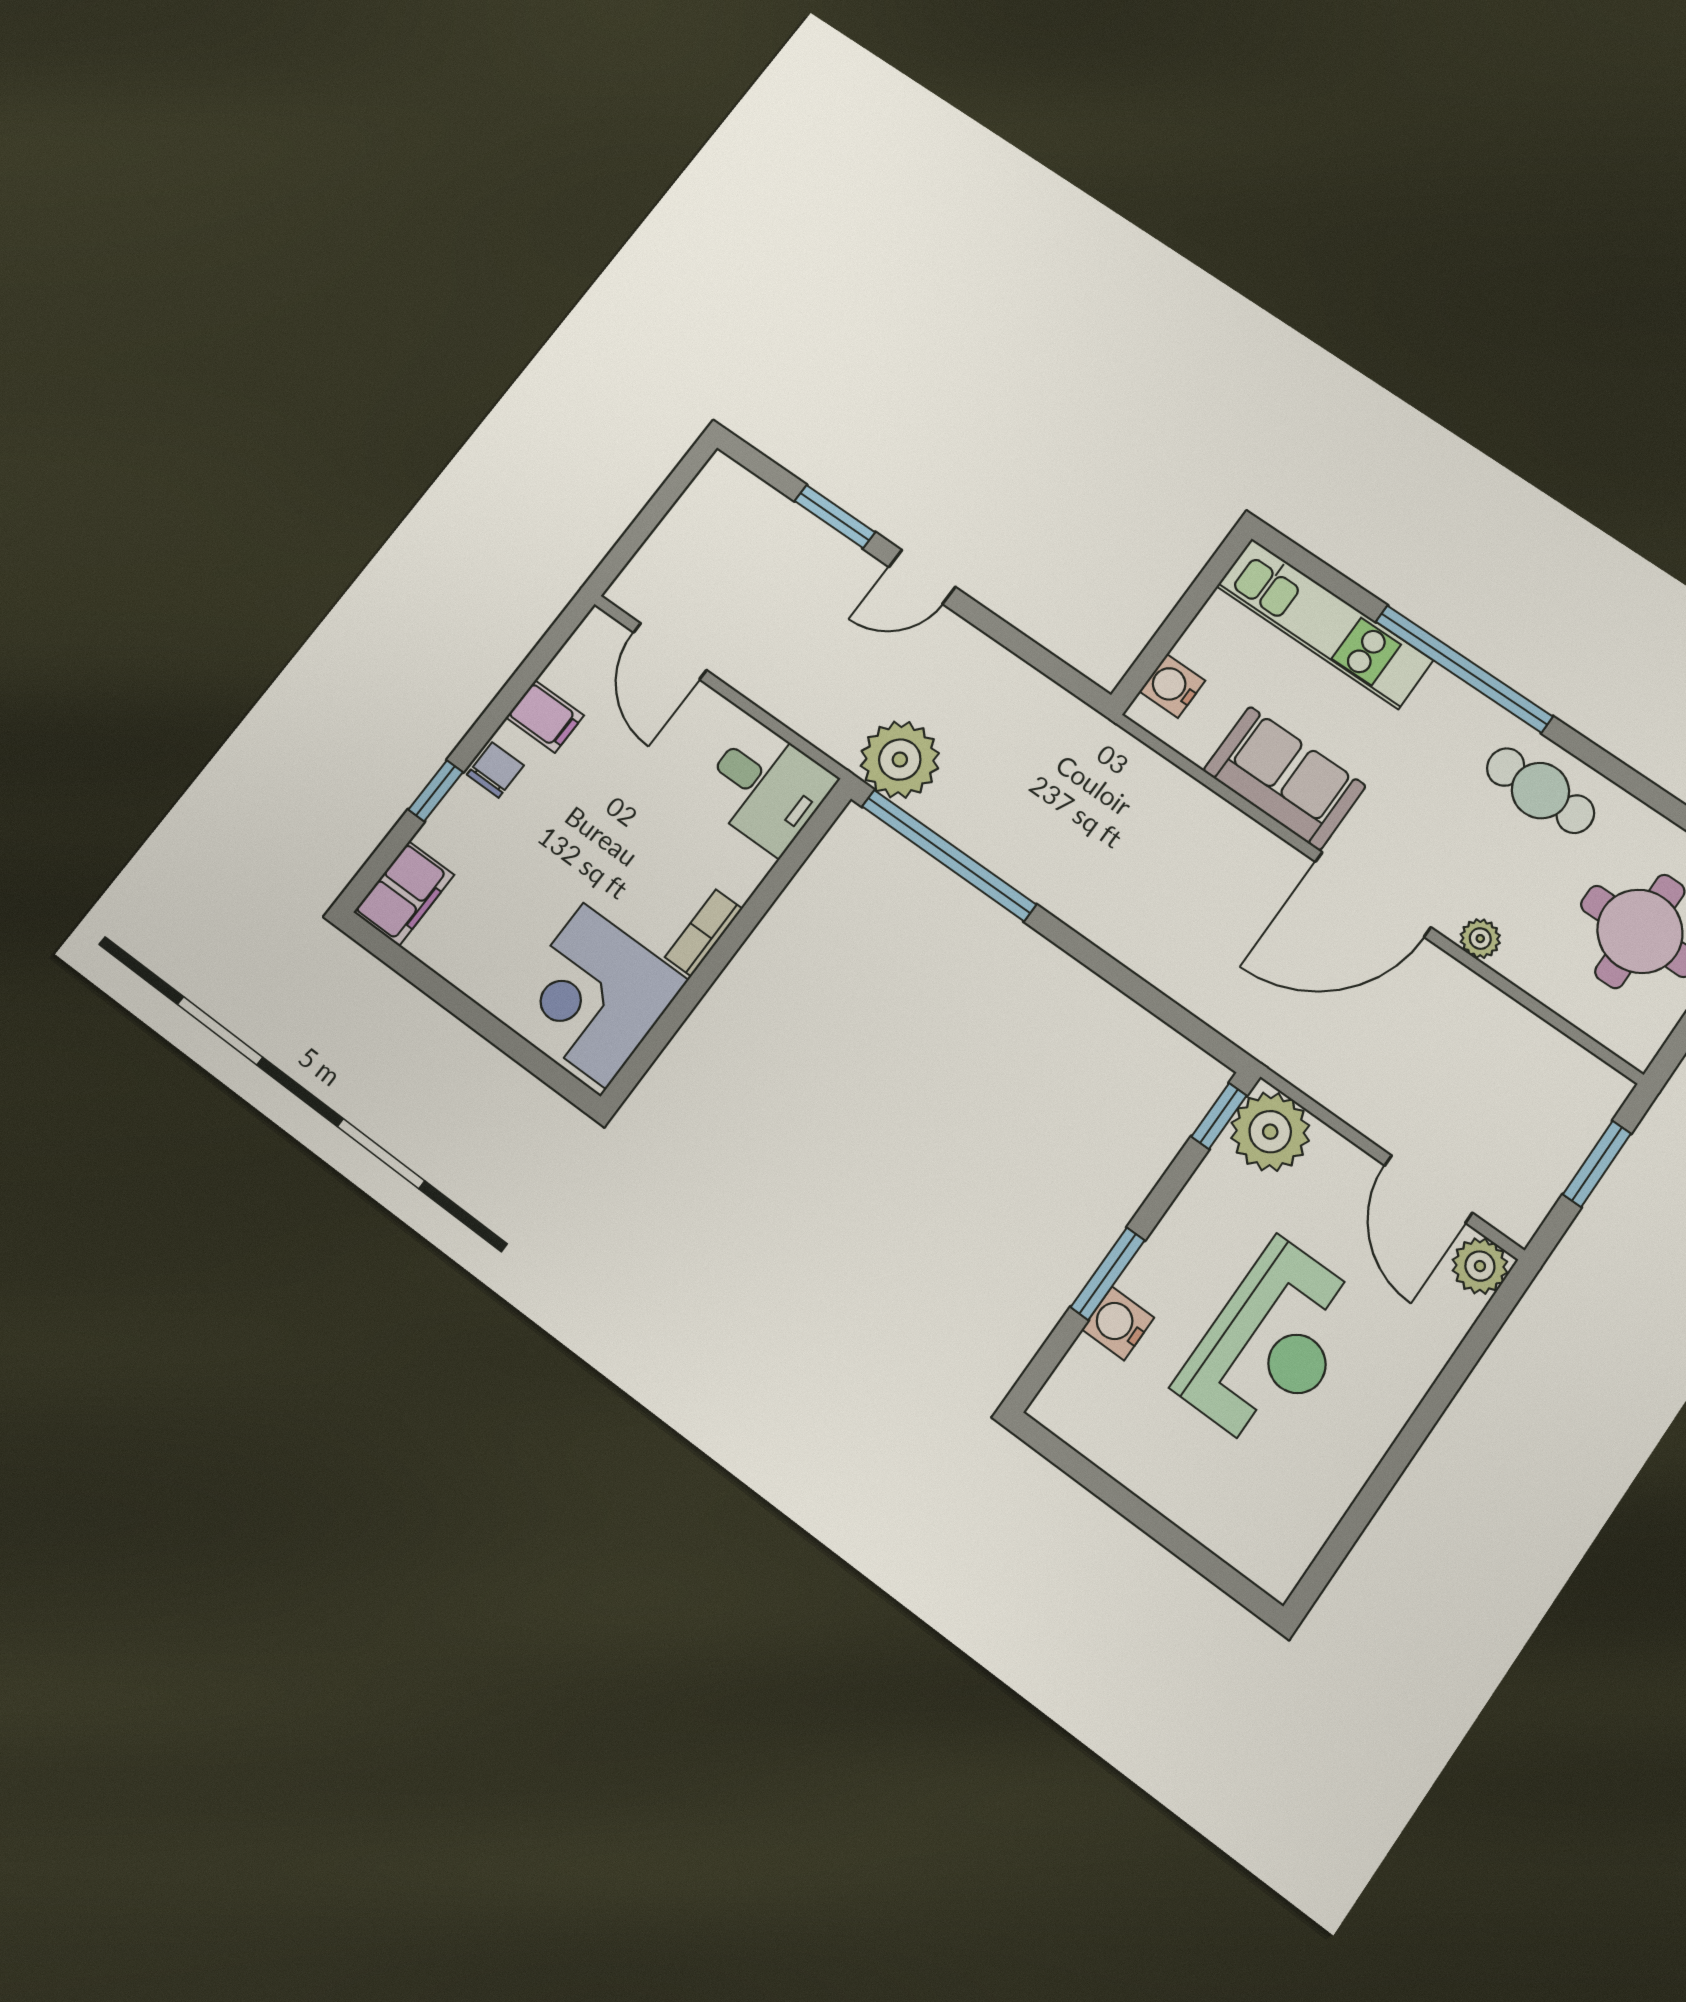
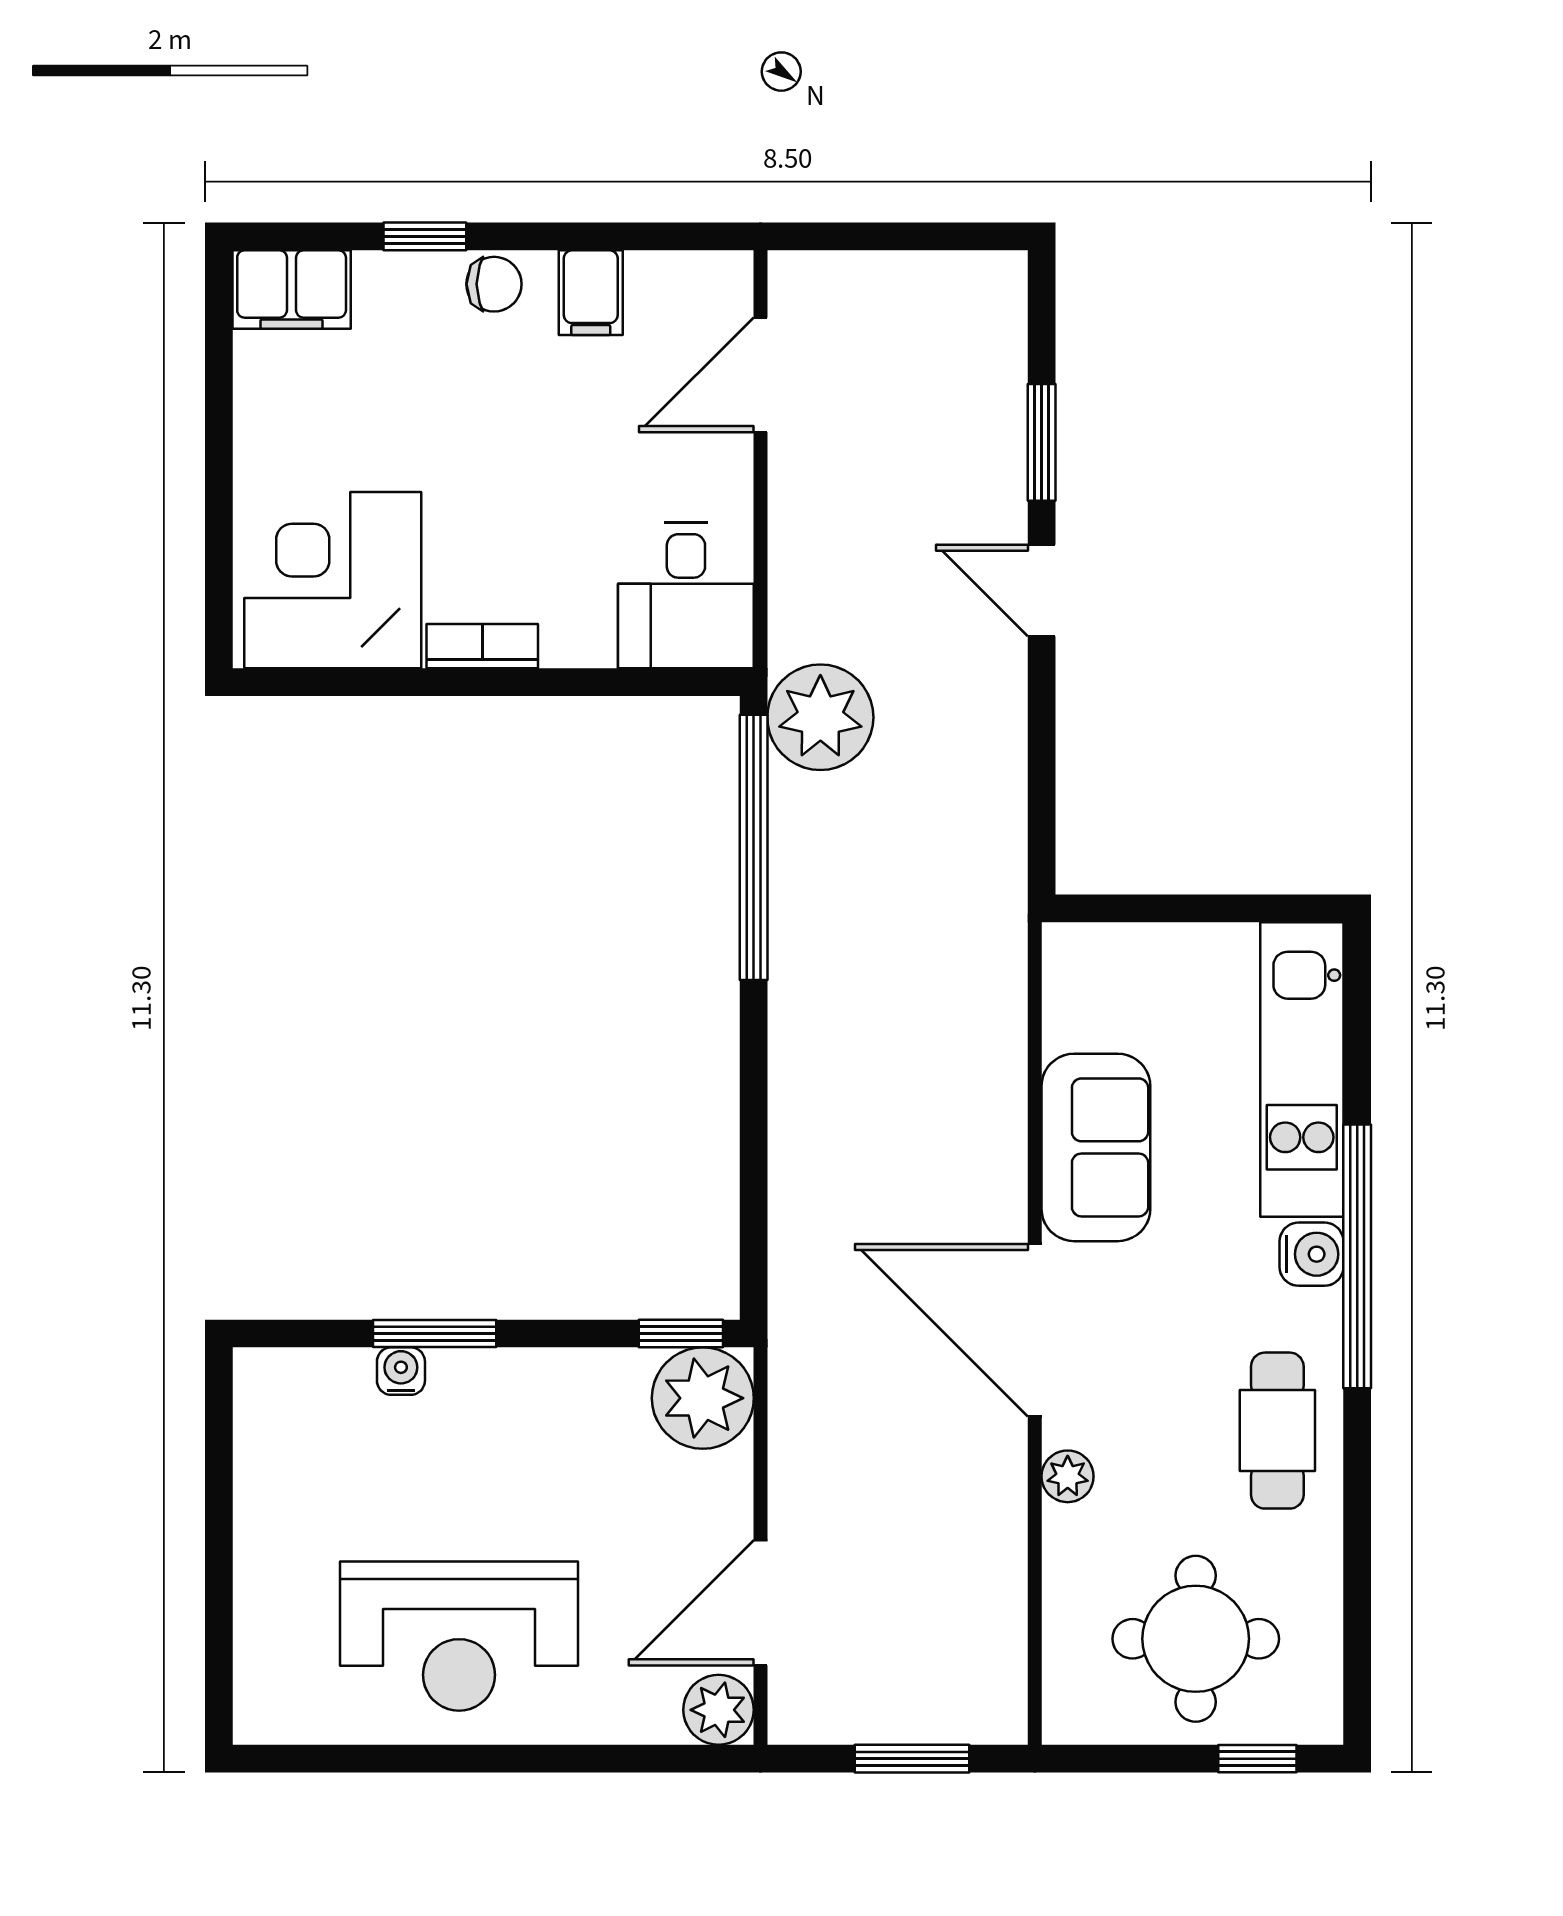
water cooler: (1172, 686) -> (1312, 1254), moved, turned 90
water cooler: (1118, 1323) -> (401, 1371), width x0.72, depth x0.72
reception desk: (1272, 1345) -> (459, 1636), moved

